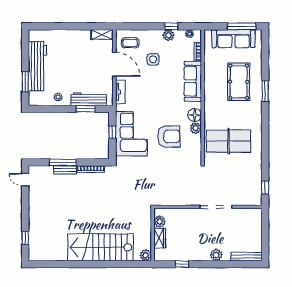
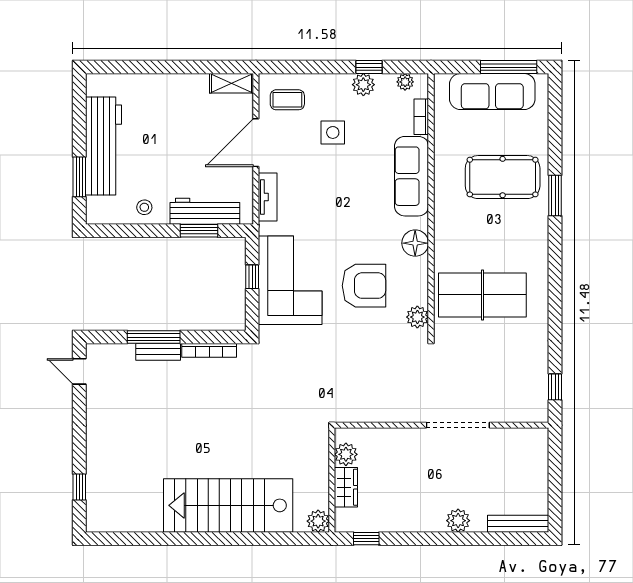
door: (114, 64) -> (256, 143), swing flipped
pool table: (239, 82) -> (503, 177), turned 90
plant: (196, 128) -> (417, 317), moved
window: (182, 264) -> (366, 539), moved

